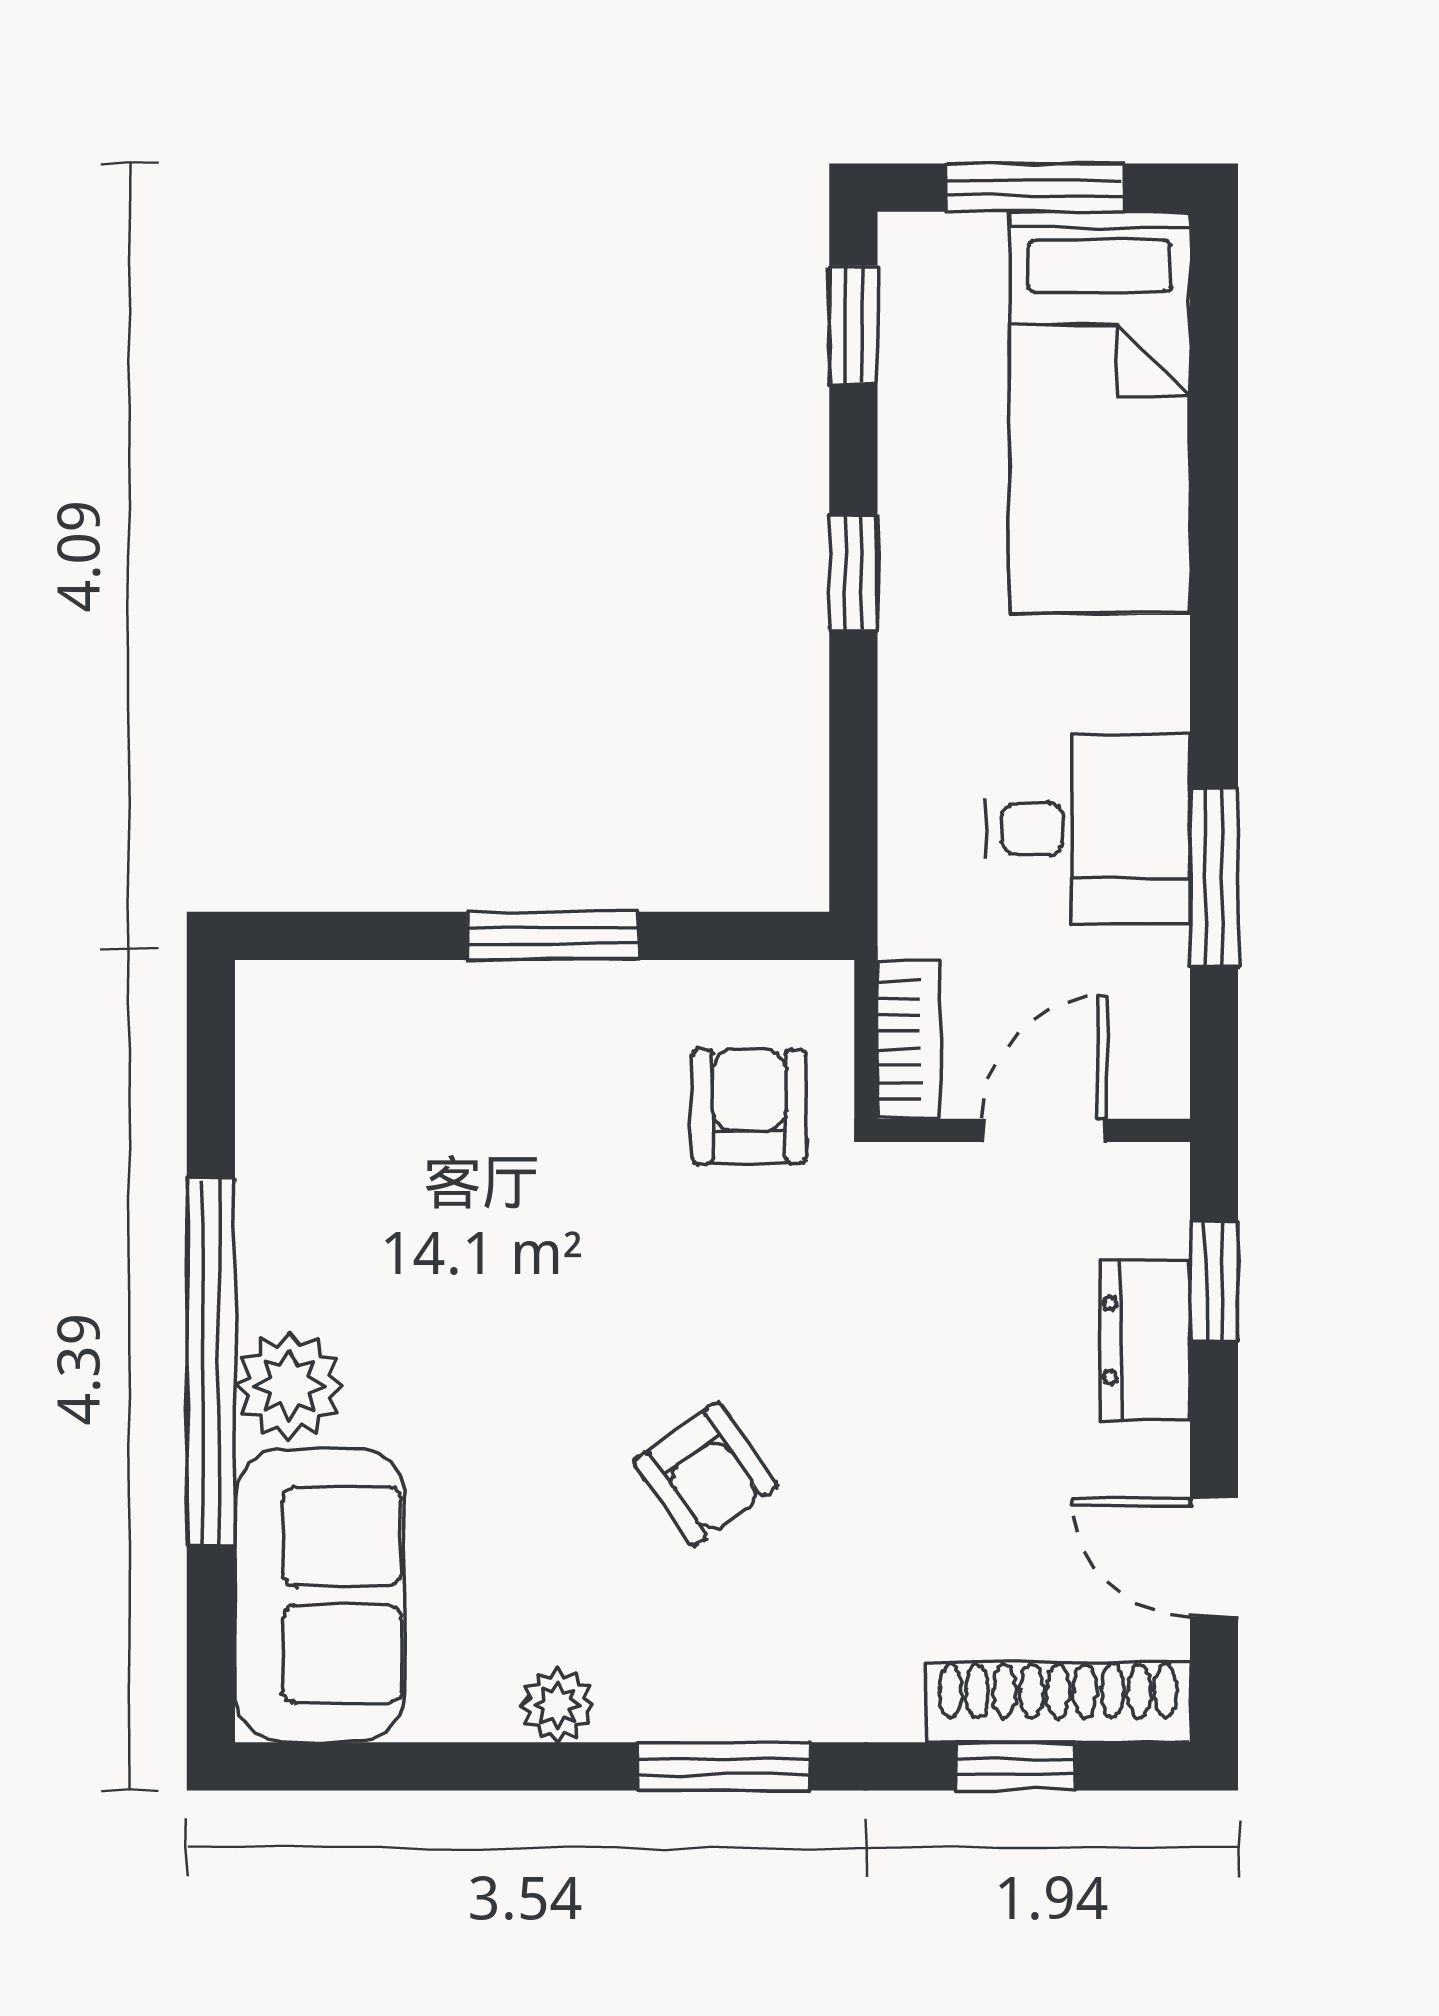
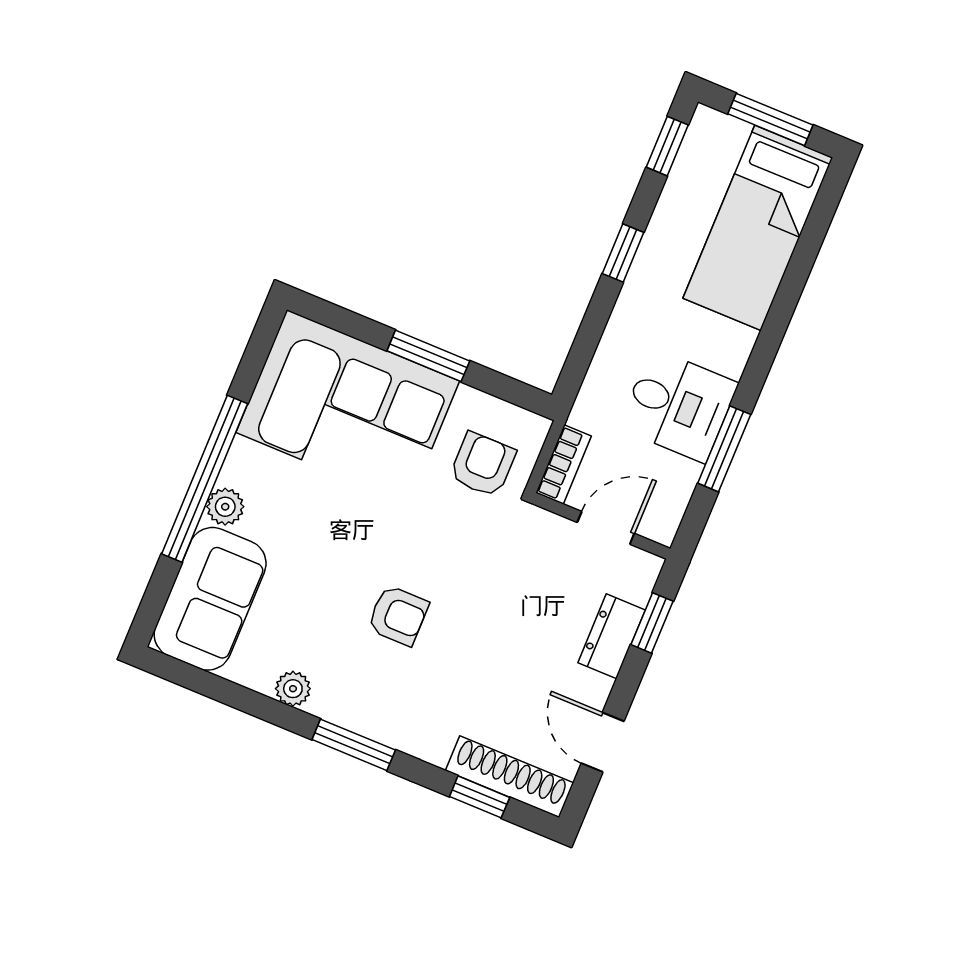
corner sofa: (435, 1103) -> (348, 407), added
plant: (289, 1386) -> (225, 507), width x0.73, depth x0.73
armchair: (705, 1474) -> (398, 615), turned -55

